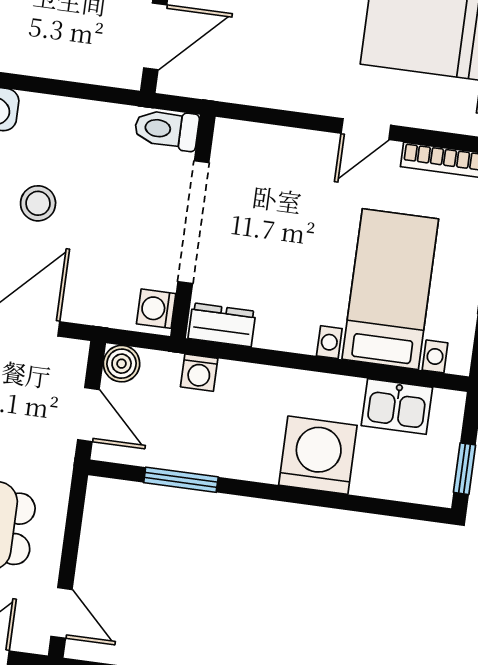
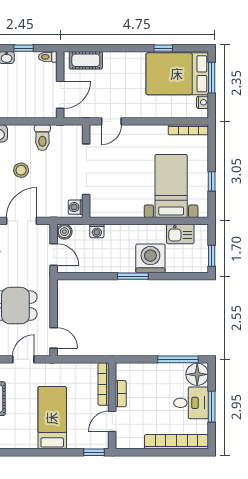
toilet: (167, 129) -> (42, 138), moved, turned -90
door: (366, 129) -> (111, 121), moved
dresser: (222, 325) -> (104, 210), removed
window: (181, 480) -> (133, 276), moved

